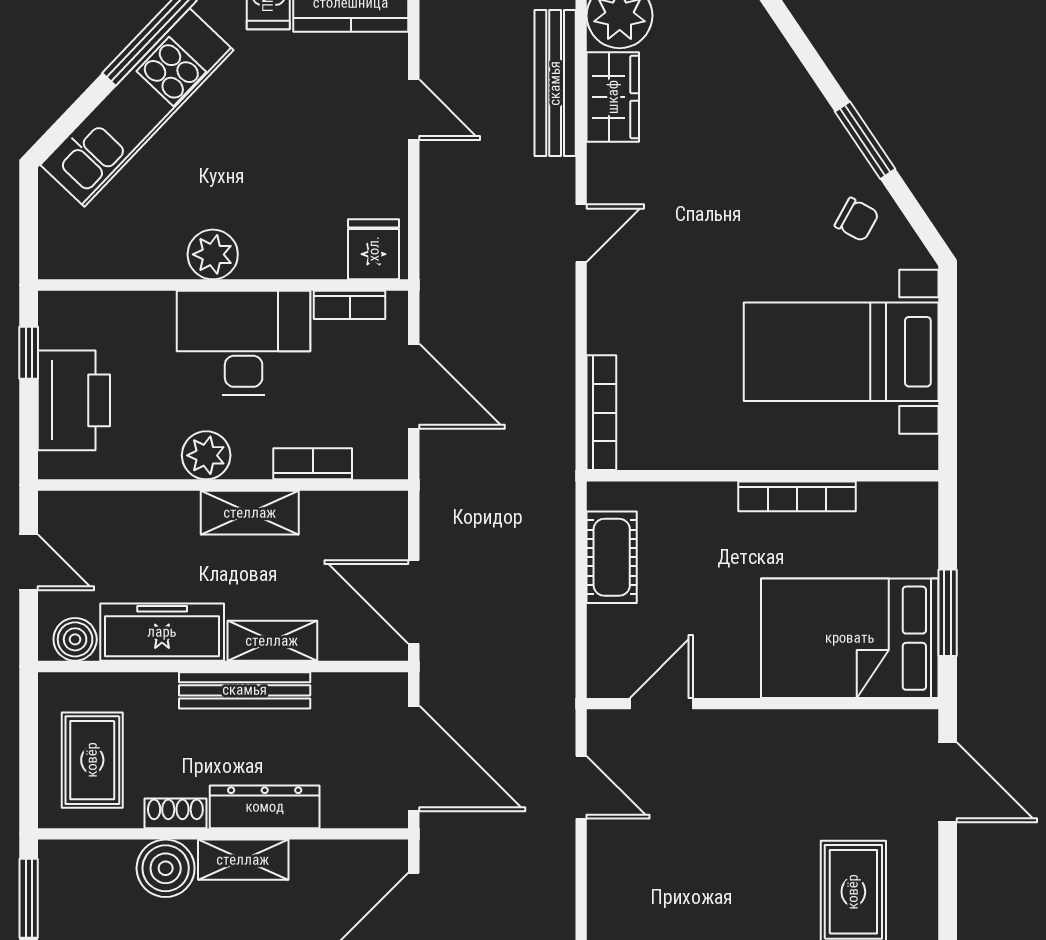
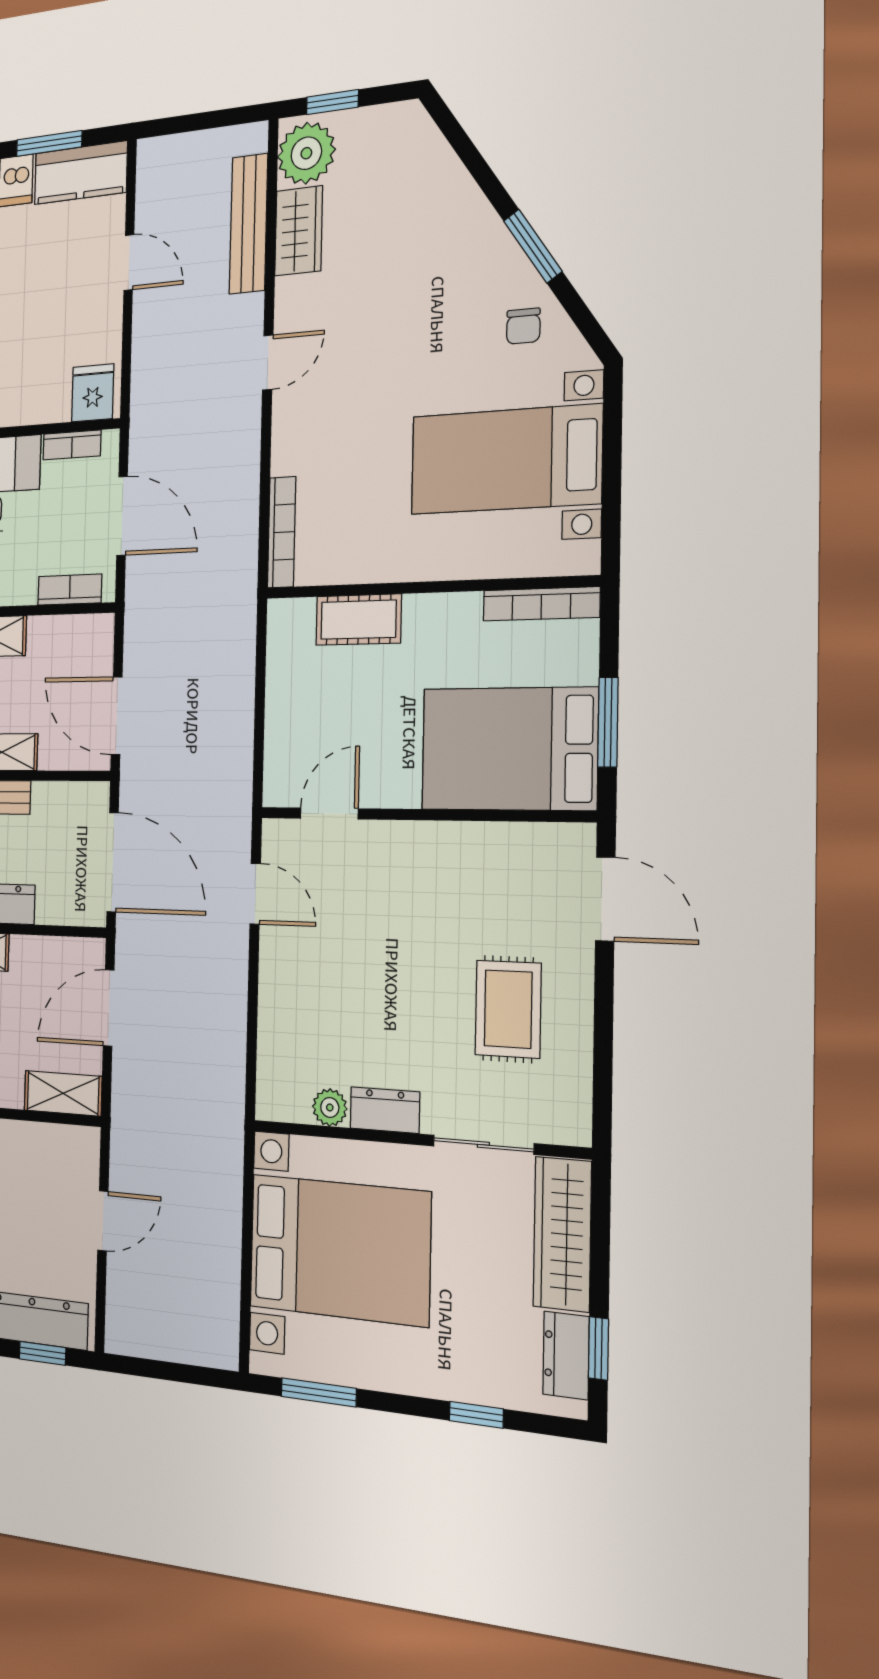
chair: (857, 220) -> (523, 326), turned 61
bookcase: (313, 464) -> (70, 590), moved
bookcase: (797, 496) -> (541, 604), moved
cot: (612, 557) -> (358, 620), moved, turned 90

